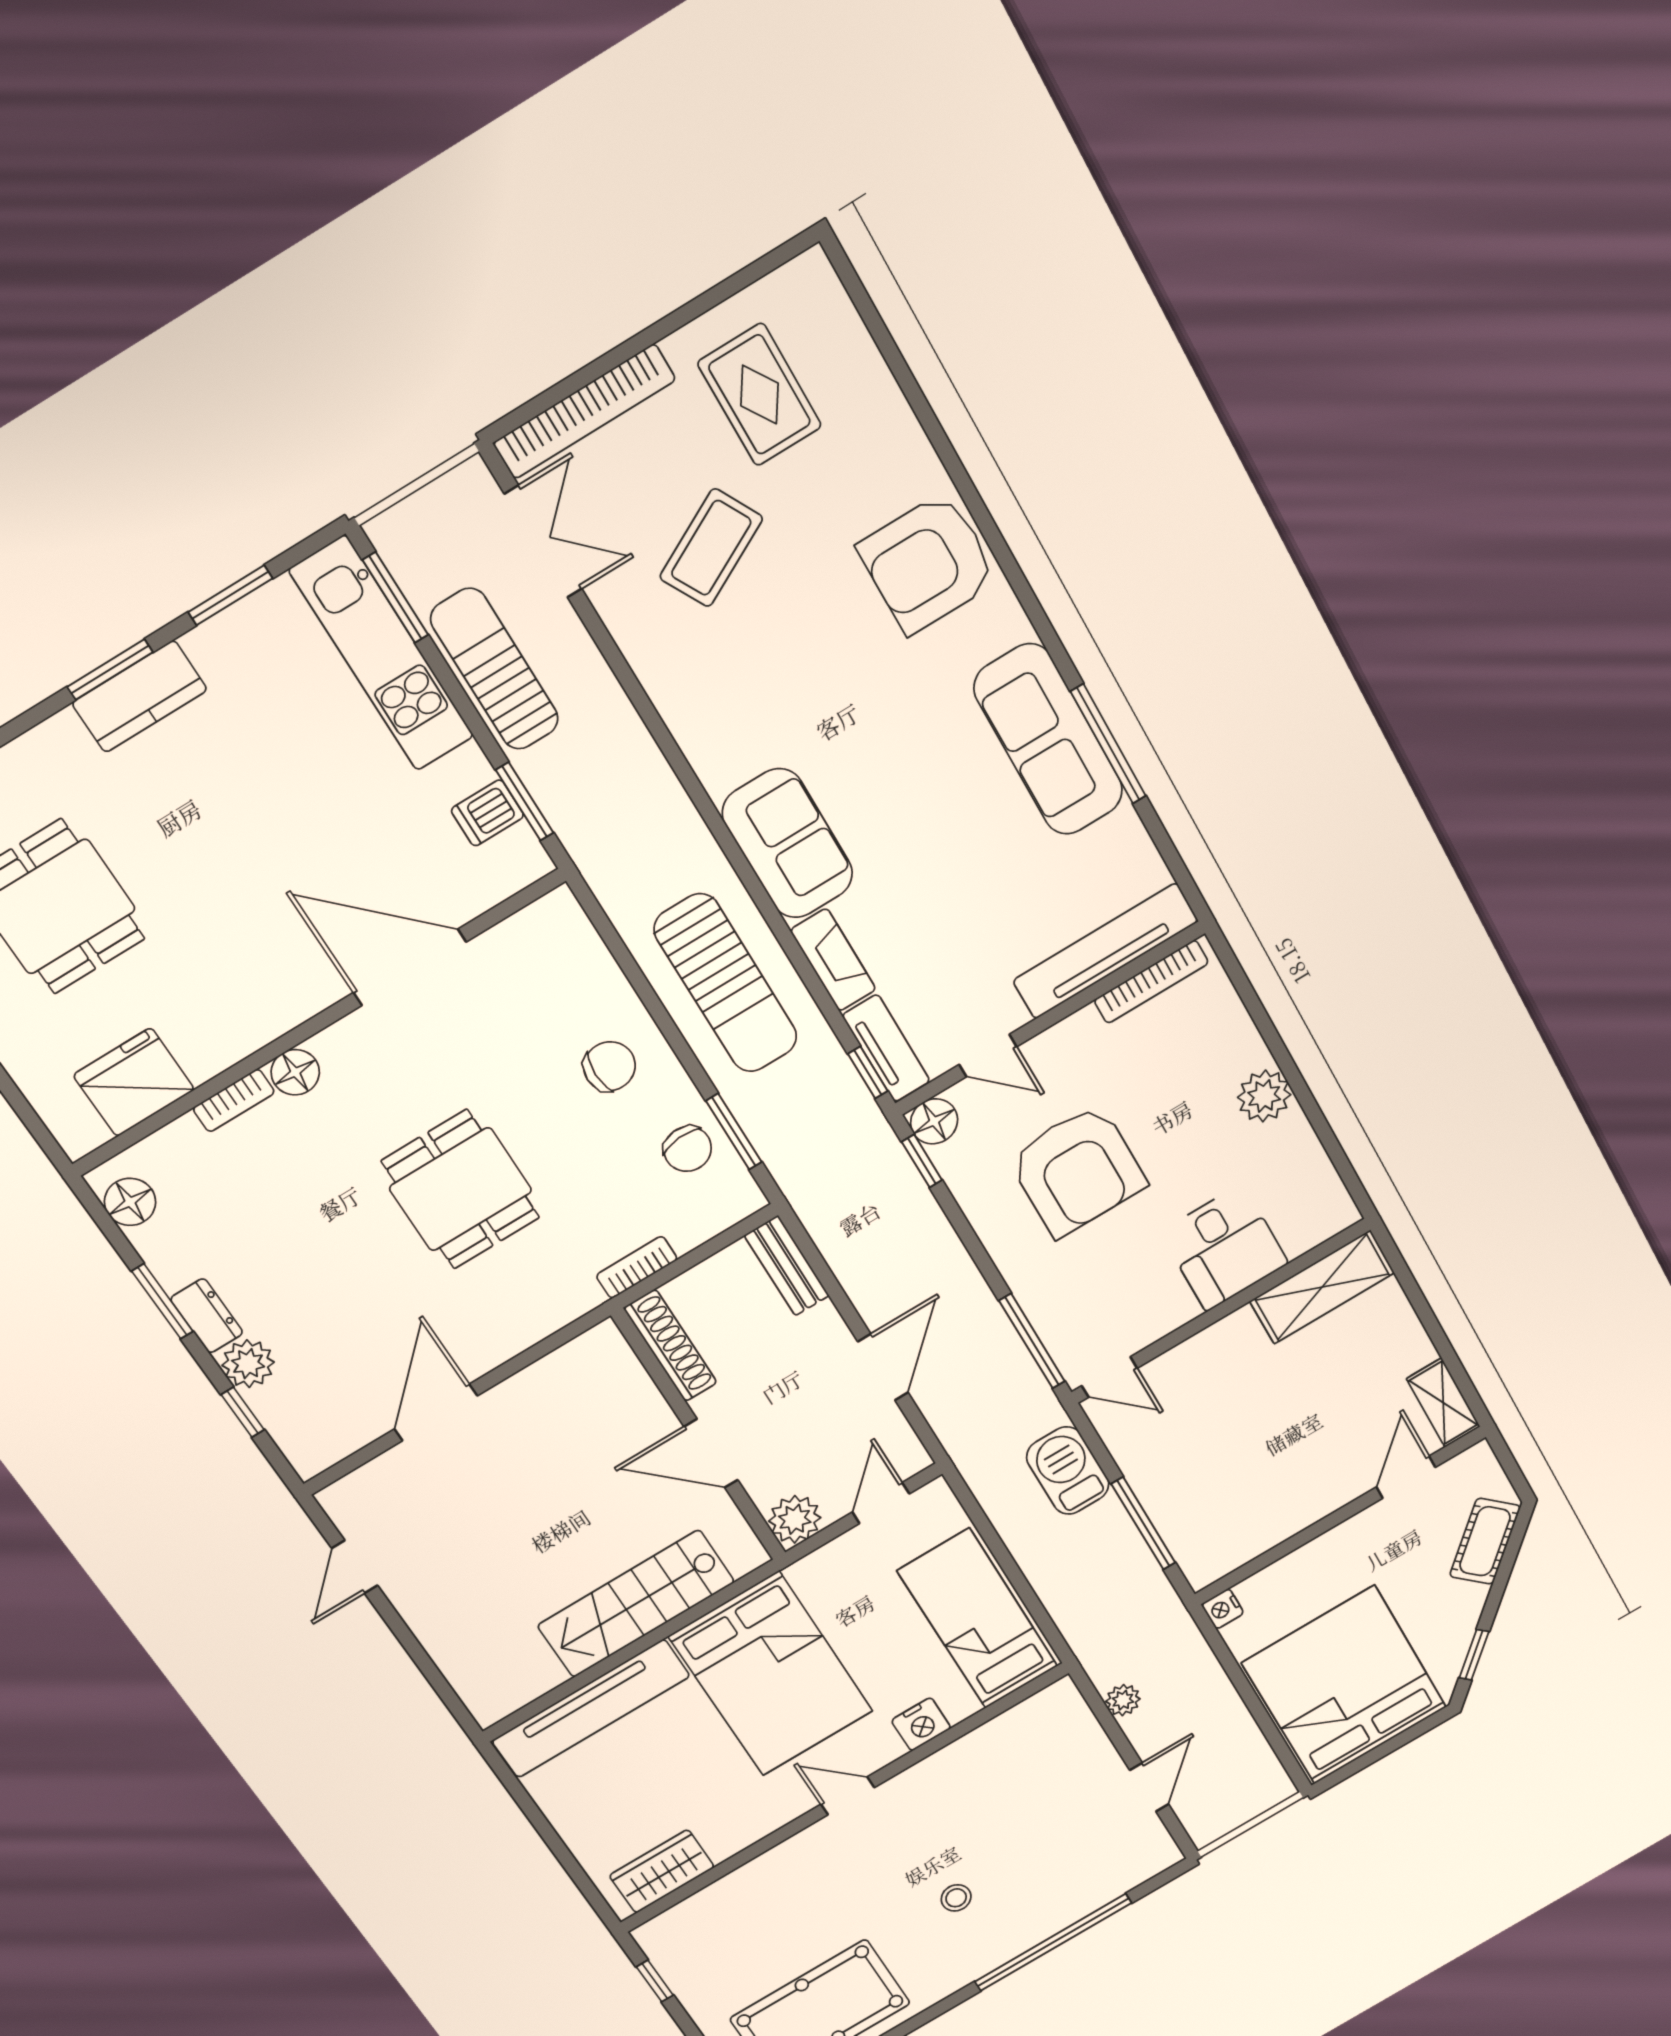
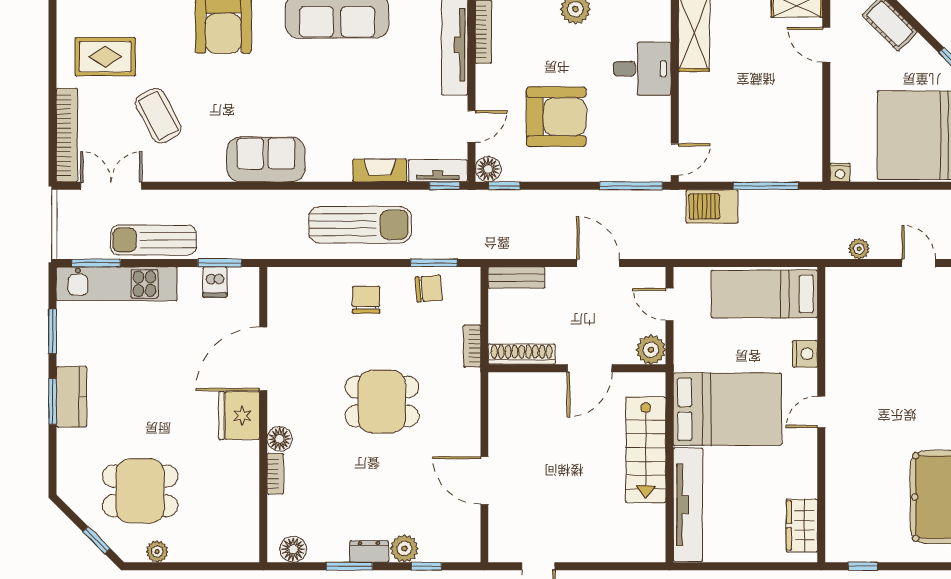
sofa: (788, 843) -> (266, 159), moved
fridge: (134, 1082) -> (239, 416), moved
stool: (956, 1898) -> (918, 393), removed

